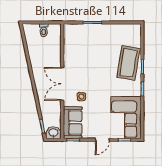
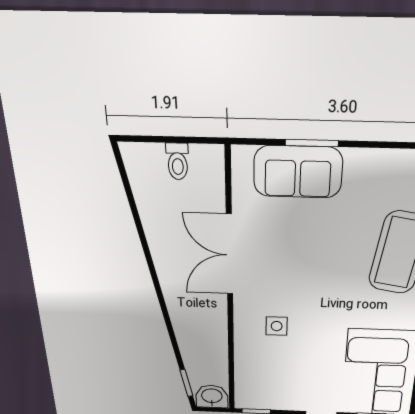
double door: (62, 84) -> (229, 255), moved
sofa: (73, 123) -> (298, 172), moved, turned 90

